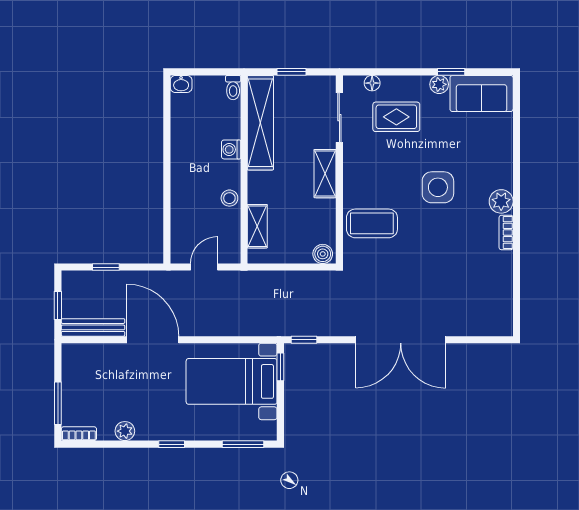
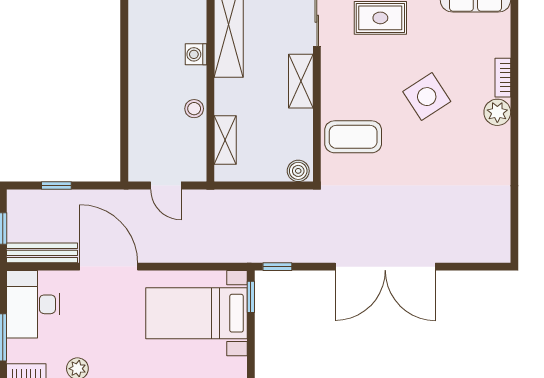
side table: (438, 187) -> (427, 97), turned -33
bookcase: (506, 232) -> (503, 78), moved
door: (204, 267) -> (166, 186), swing flipped
desk: (85, 373) -> (33, 304), added

